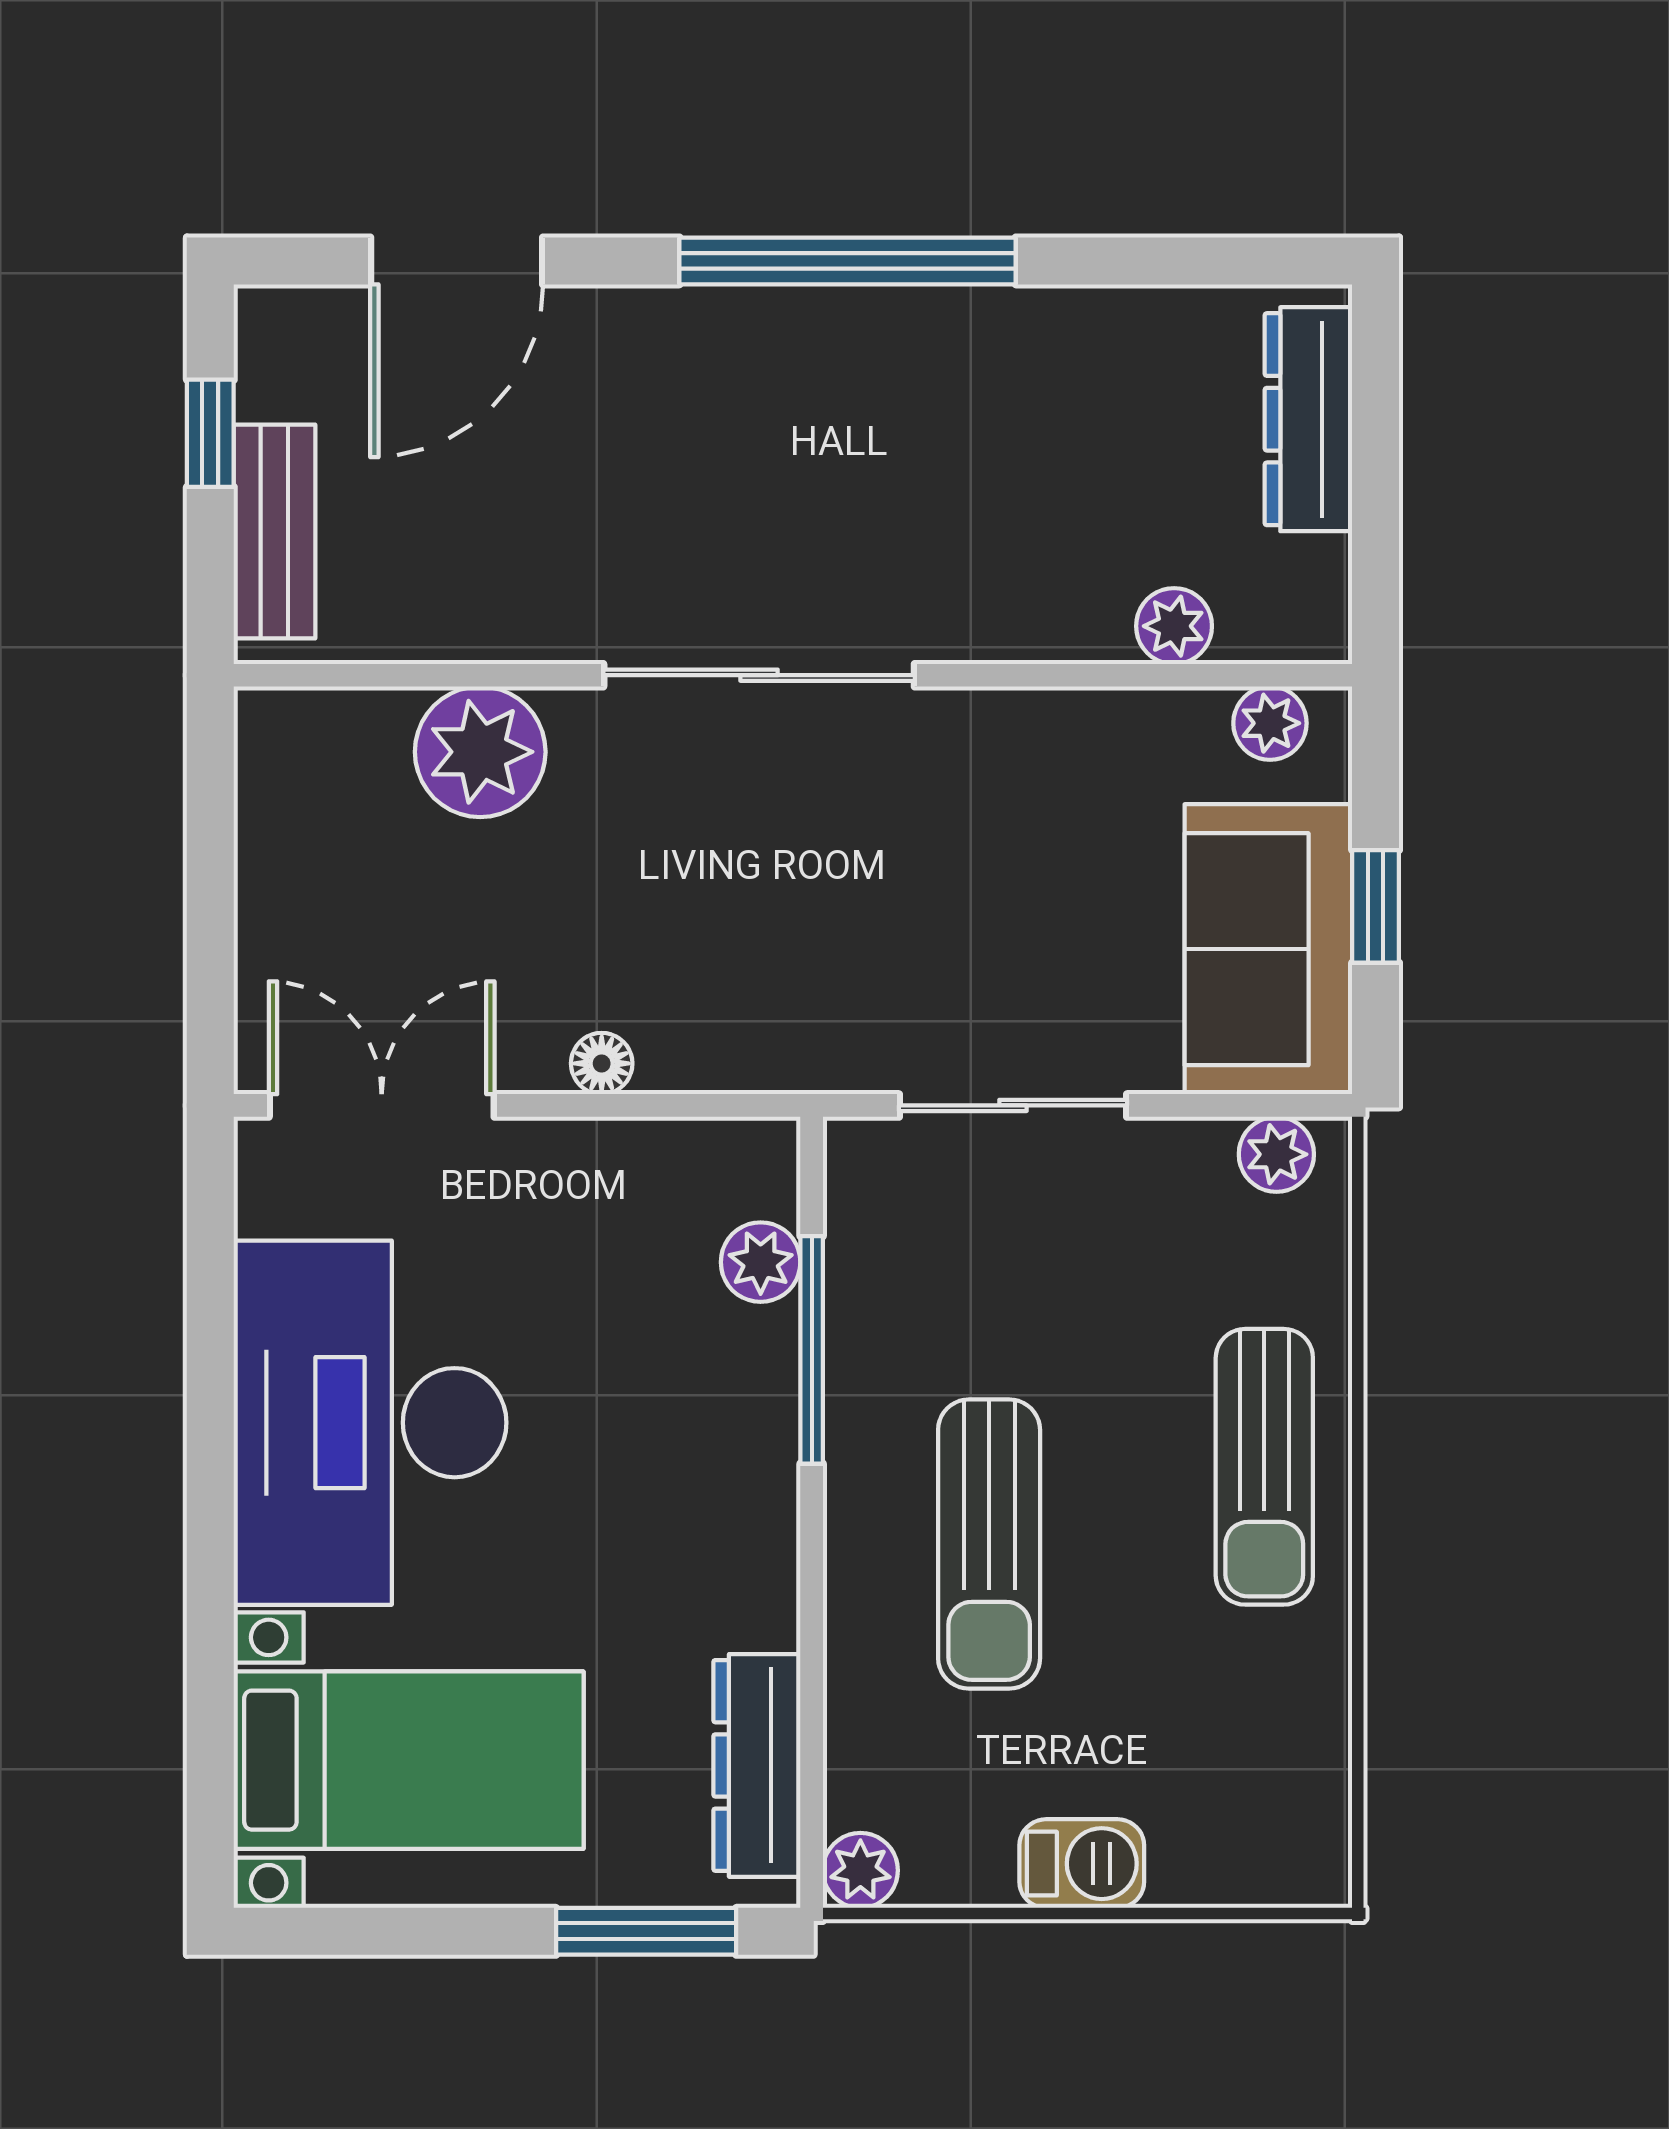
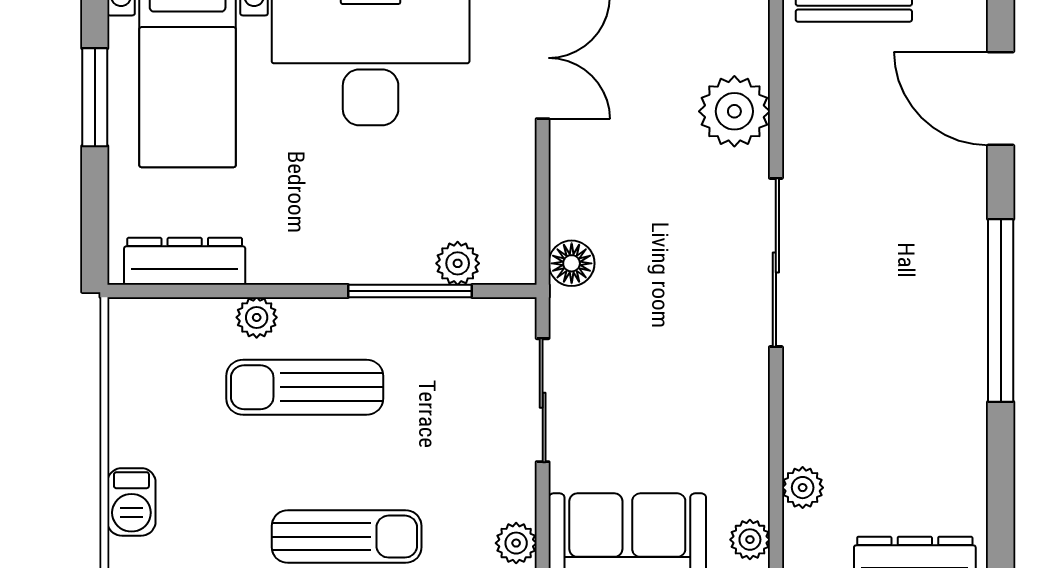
floor lamp: (602, 1063) -> (572, 263), moved, width x1.37, depth x1.37
sun lounger: (1264, 1467) -> (347, 537), turned 180
barbecue: (1082, 1864) -> (131, 502), moved
plant: (860, 1870) -> (257, 317), moved
window: (646, 1931) -> (95, 97), moved

